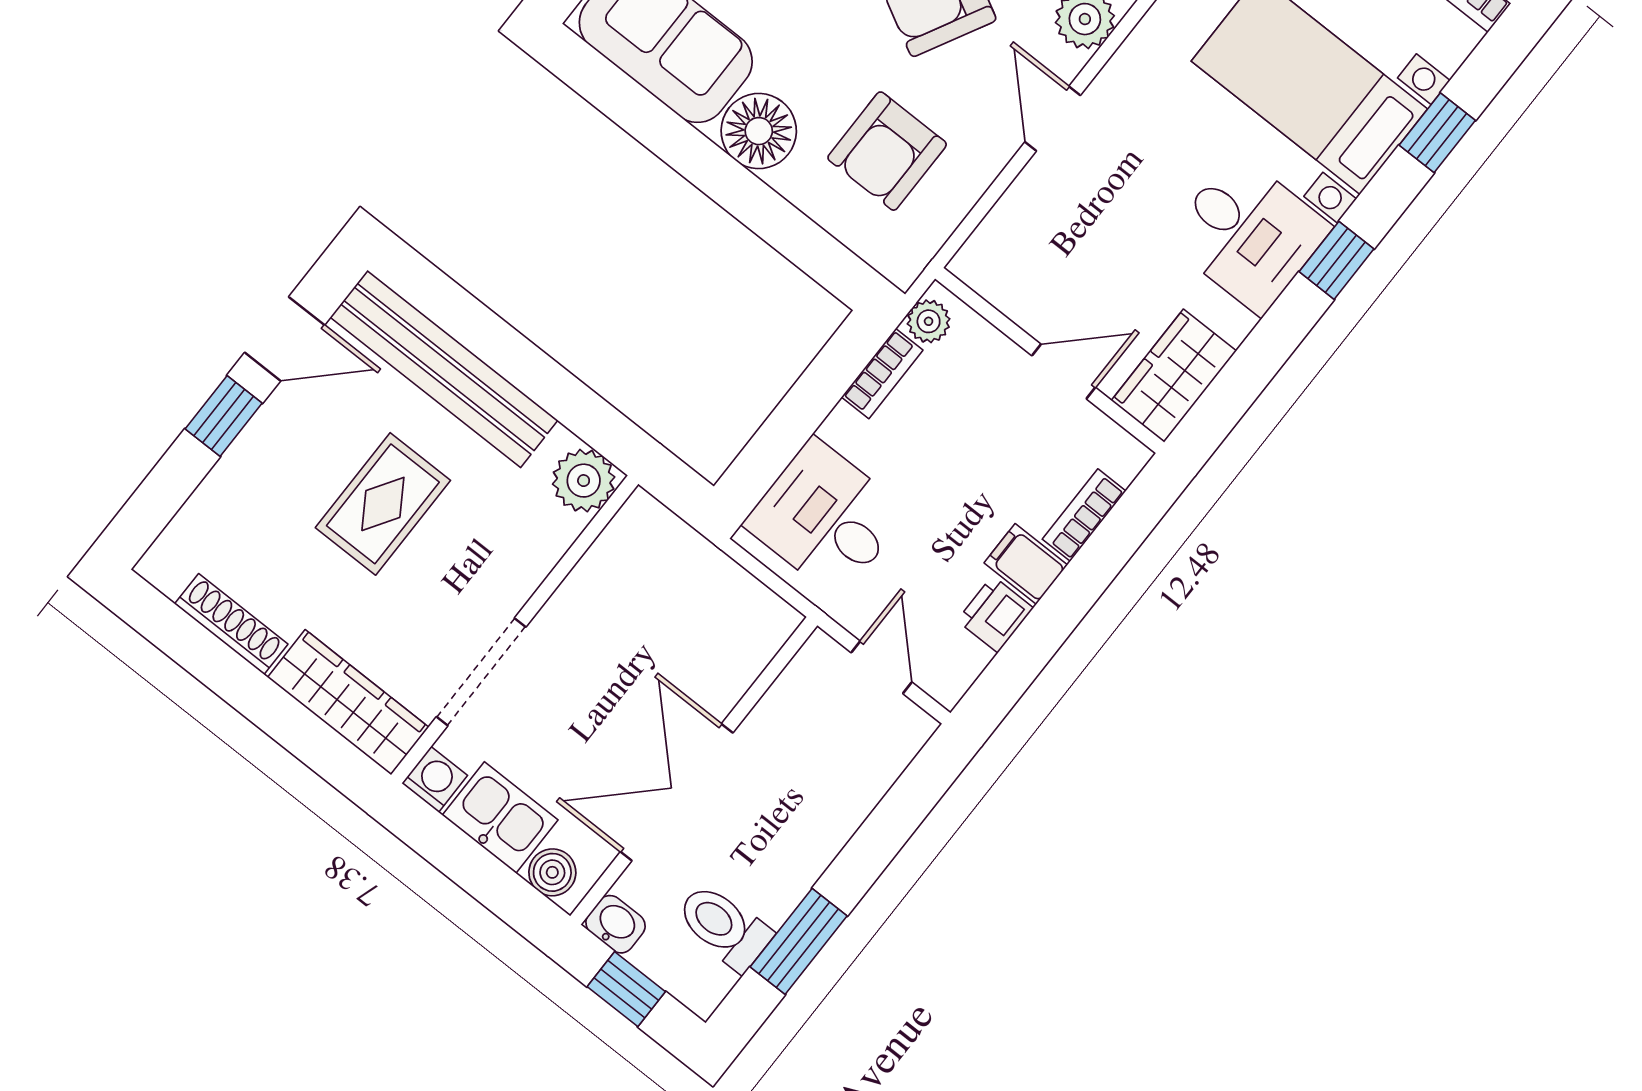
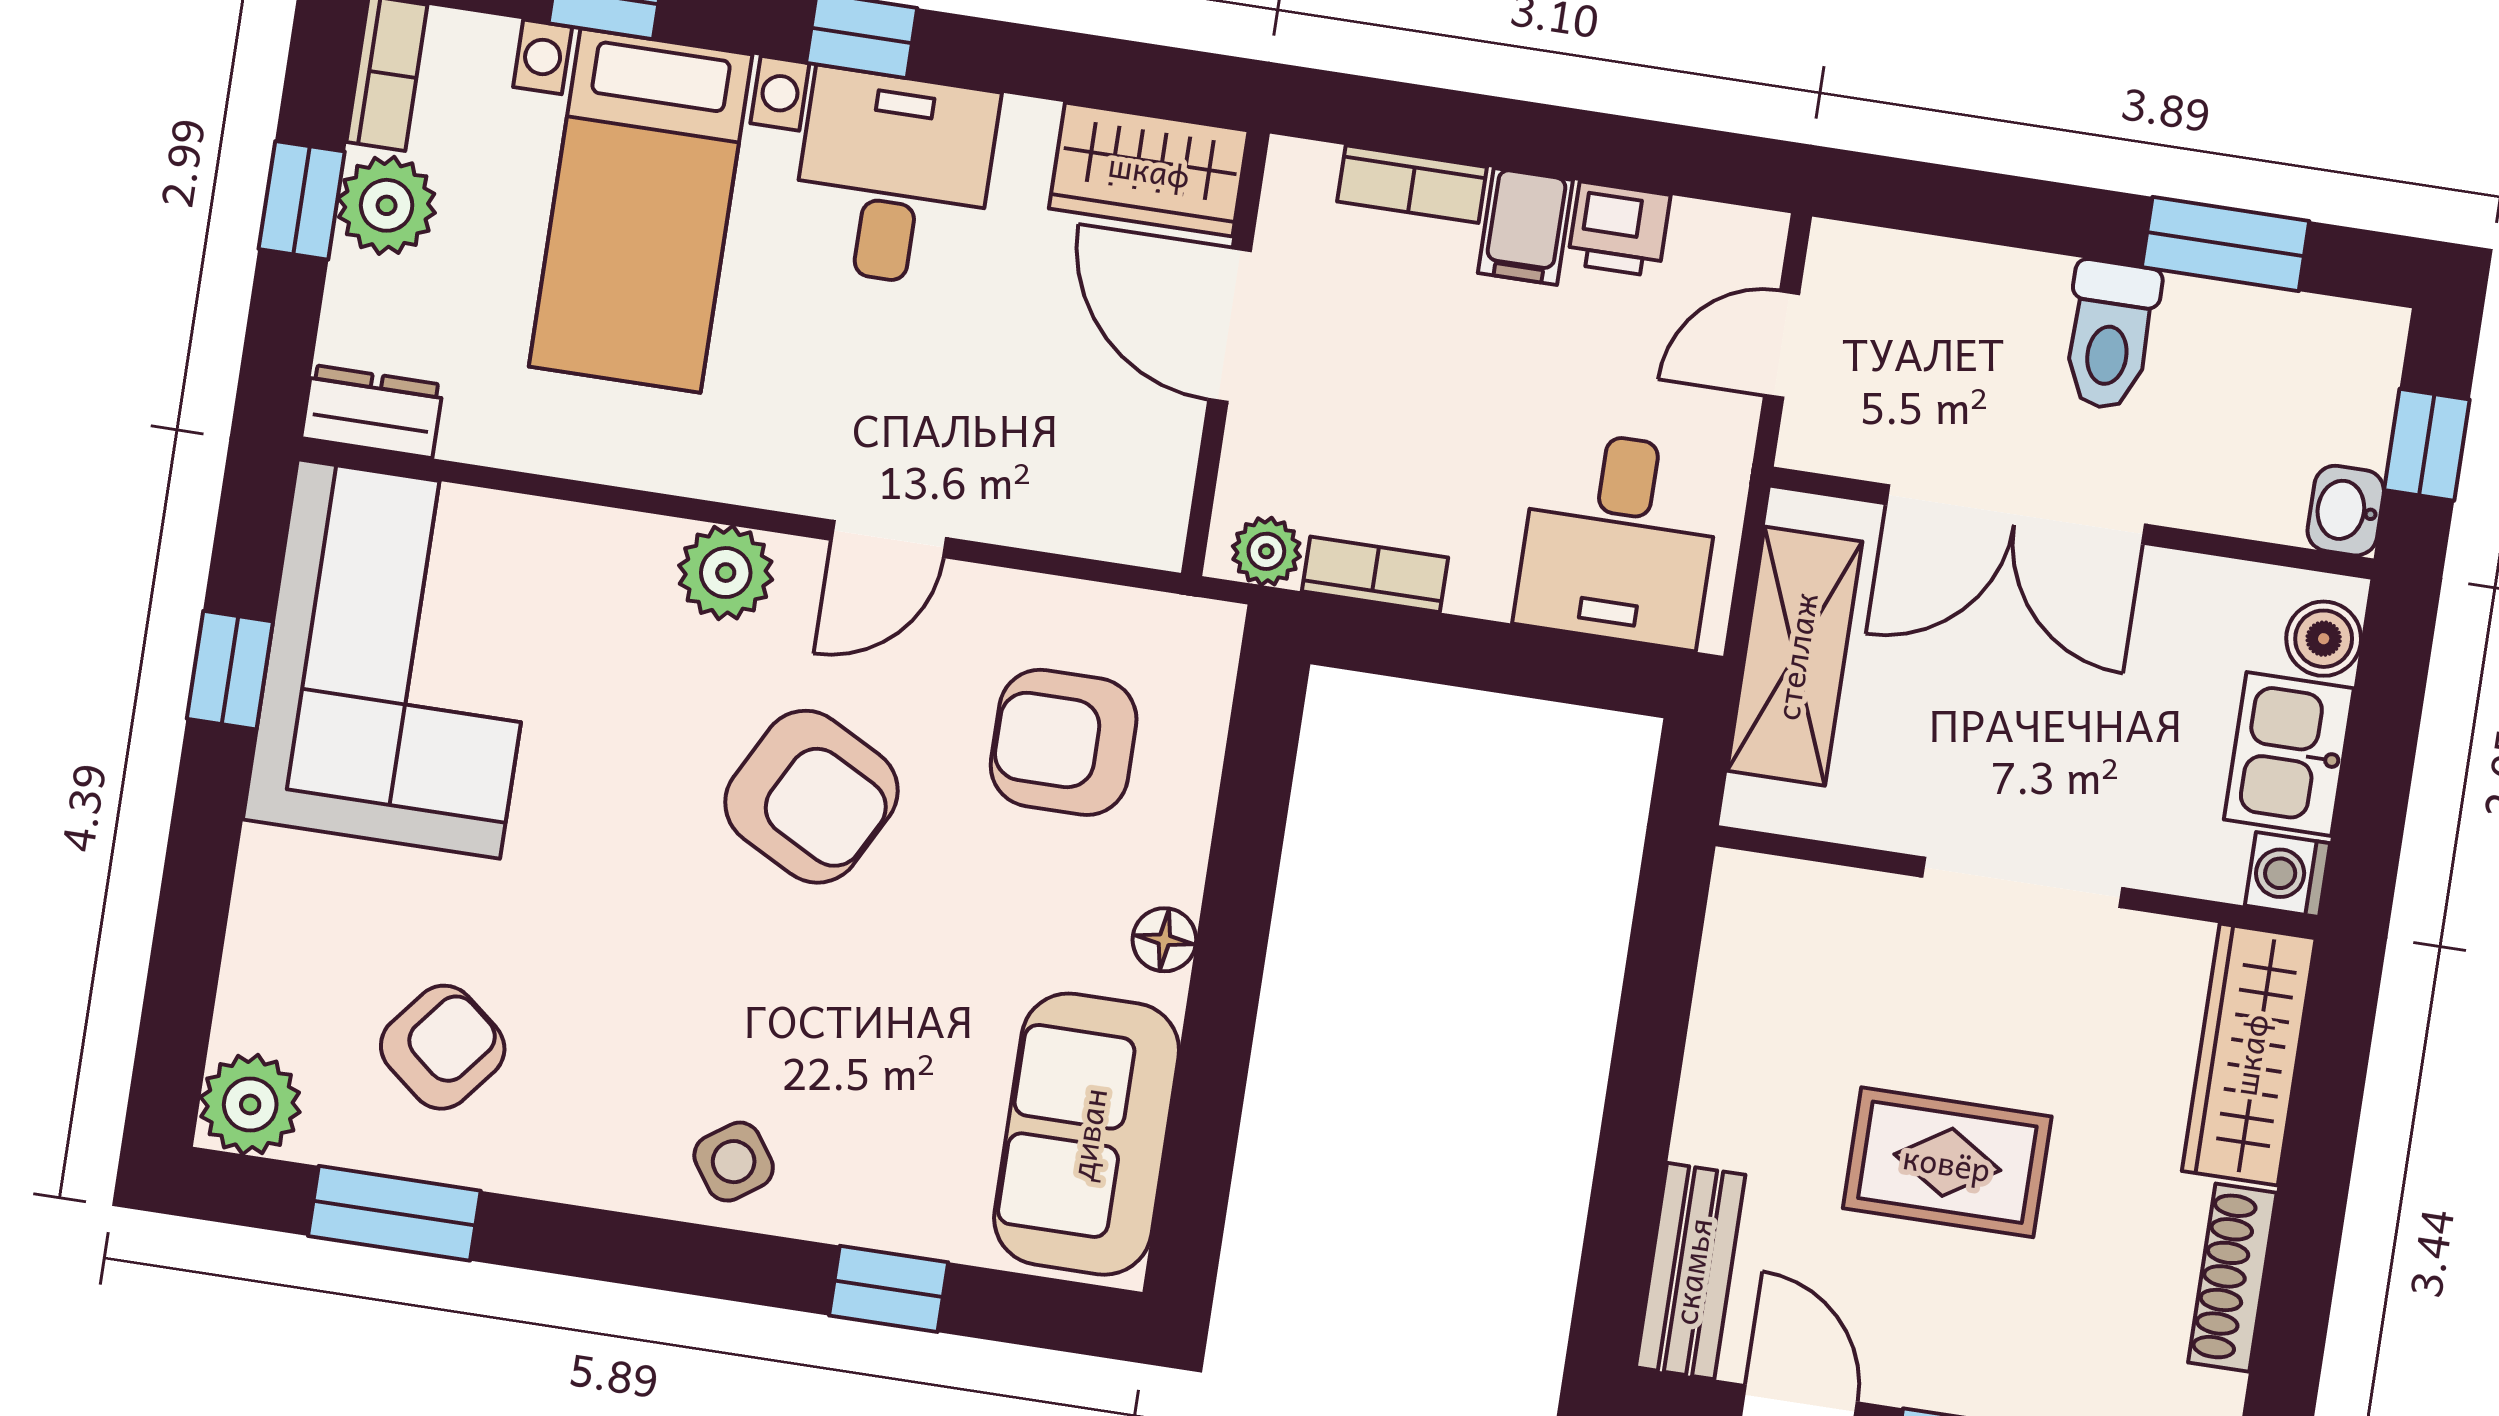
floor lamp: (759, 131) -> (1164, 940), width x0.53, depth x0.53
armchair: (887, 151) -> (1064, 742), turned 180
bench: (444, 369) -> (1691, 1271), width x0.54, depth x0.82
door: (1064, 372) -> (1230, 325), width x1.38
plant: (584, 481) -> (1757, 903), removed
shelving: (707, 578) -> (1795, 656), added
doorway: (481, 672) -> (2022, 882), moved
double door: (677, 792) -> (2016, 514), moved
toilet: (724, 927) -> (2110, 335), moved

